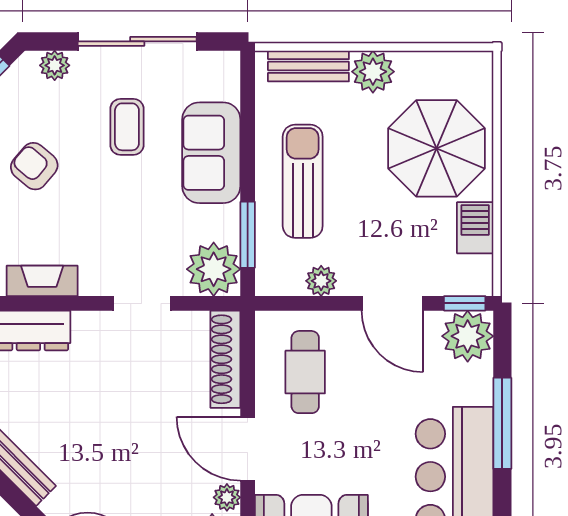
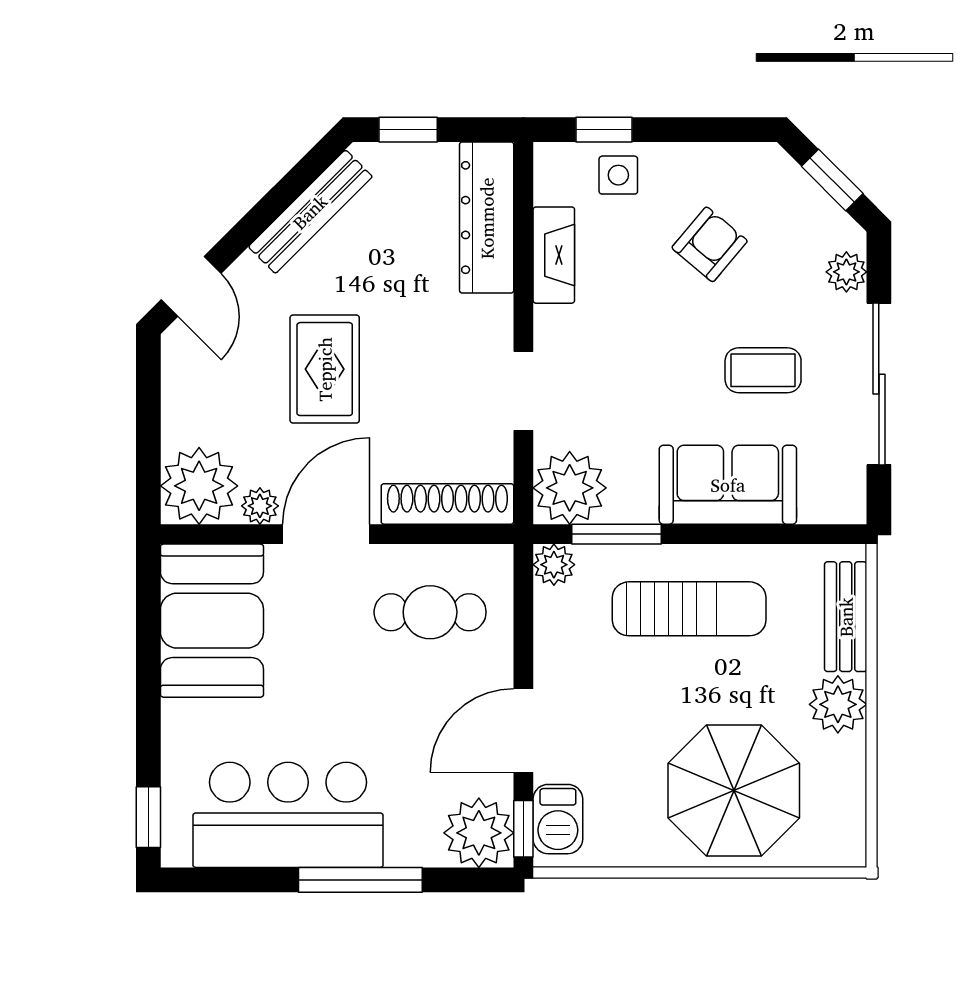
barbecue: (475, 228) -> (558, 819), moved, turned 90
plant: (321, 281) -> (554, 565), moved
rug: (126, 450) -> (325, 369), added

